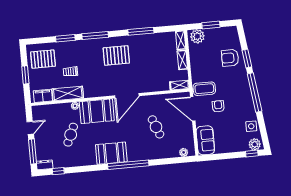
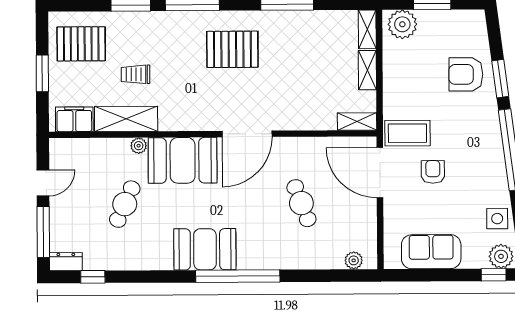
sofa: (205, 140) -> (431, 252), moved, turned -90

